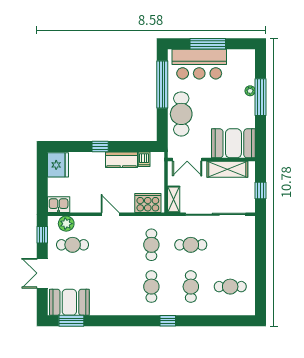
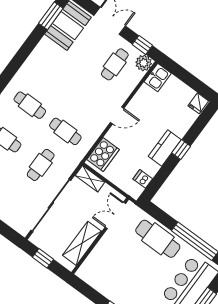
booth: (233, 143) -> (100, 265), removed
kitchen counter: (121, 160) -> (165, 148), moved
fridge: (58, 165) -> (198, 103), width x0.53, depth x0.75
plant: (66, 224) -> (144, 63), moved

